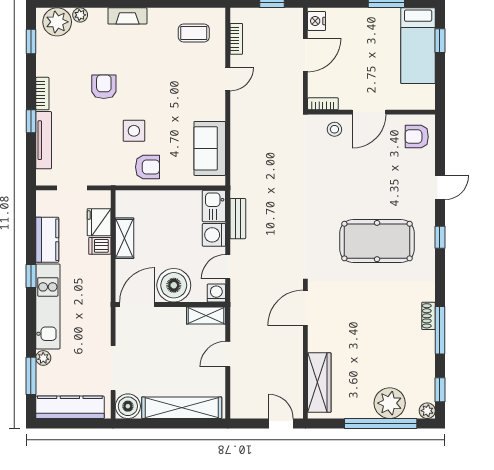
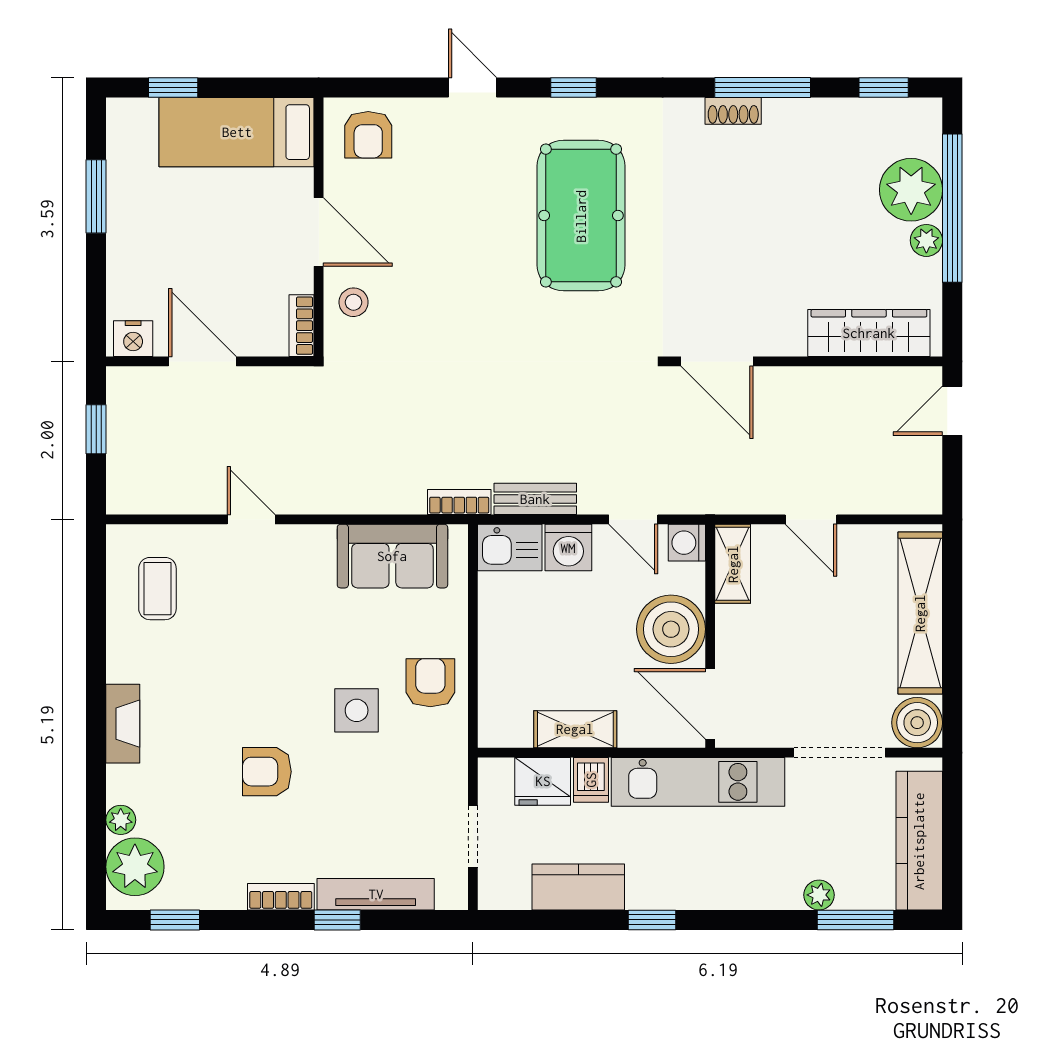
bookcase: (236, 39) -> (459, 502), moved
bed: (418, 46) -> (237, 132), moved, turned 180
kitchen unit: (48, 306) -> (698, 782), moved, turned 180
plant: (427, 411) -> (926, 240), moved

